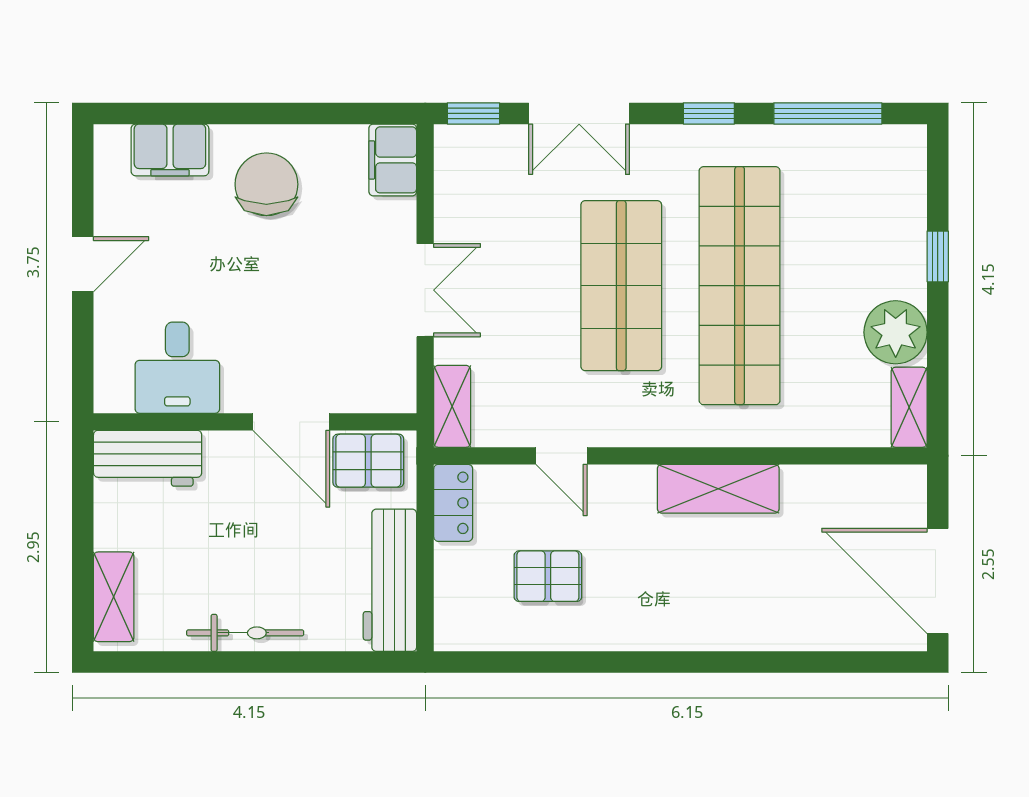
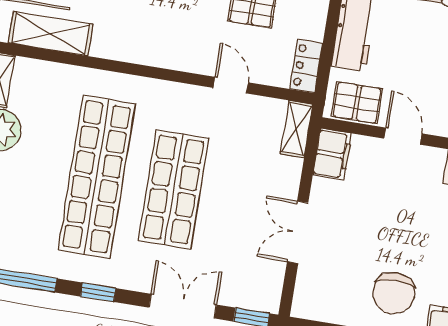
filing cabinet: (393, 160) -> (332, 154), moved
double door: (425, 290) -> (298, 232), moved
door: (291, 422) -> (403, 136), width x0.73
shelving: (718, 489) -> (51, 34), moved

